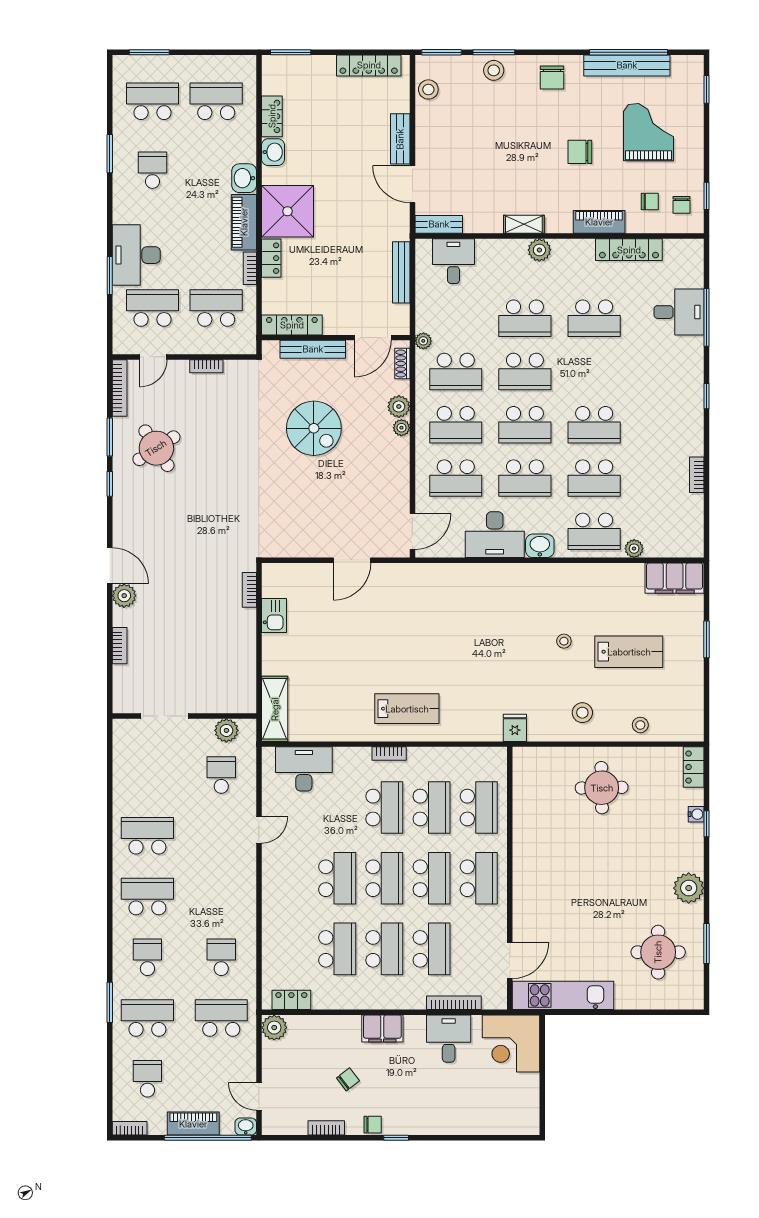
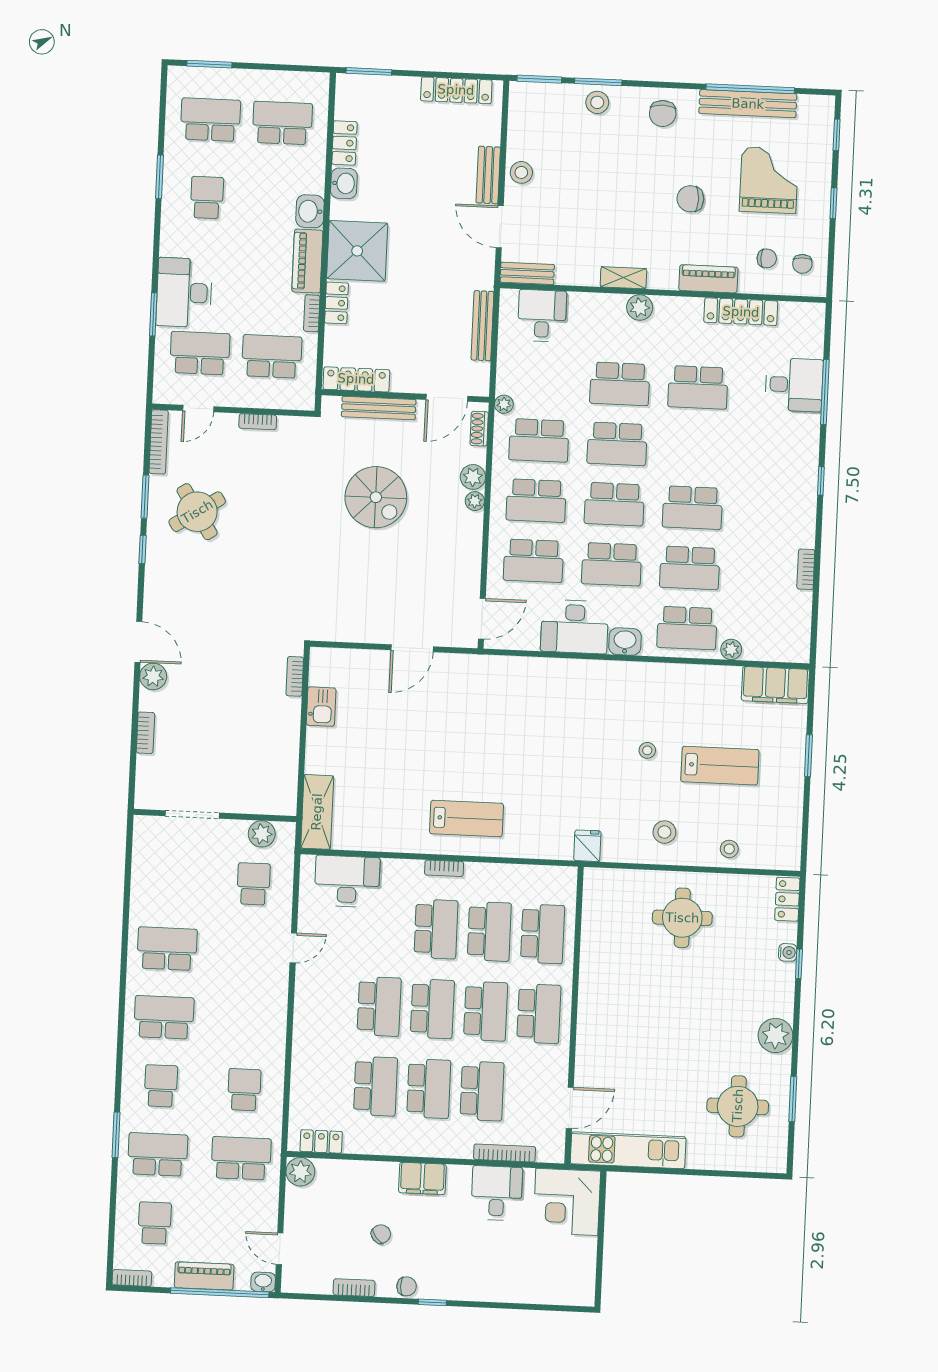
stool: (428, 89) -> (521, 172), moved
window: (707, 196) -> (833, 203), moved

